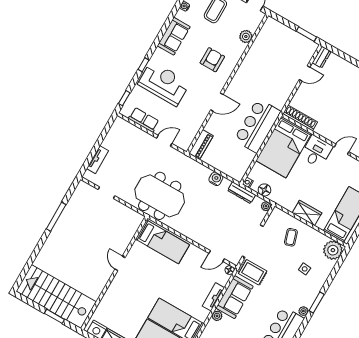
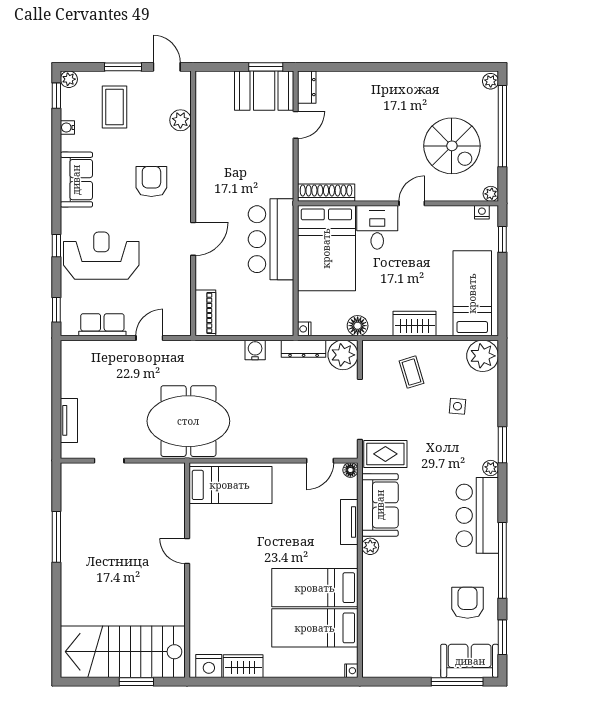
booth: (298, 46) -> (264, 91), added
floor lamp: (264, 190) -> (358, 326), moved
plant: (266, 206) -> (343, 355), width x1.88, depth x1.88

